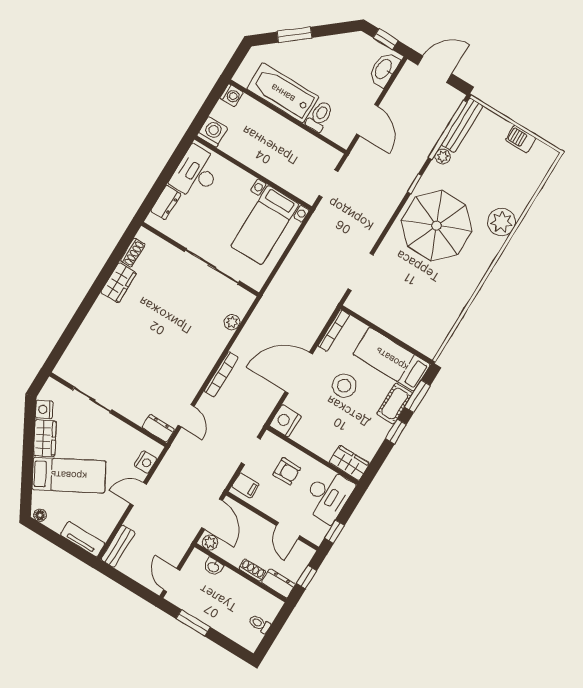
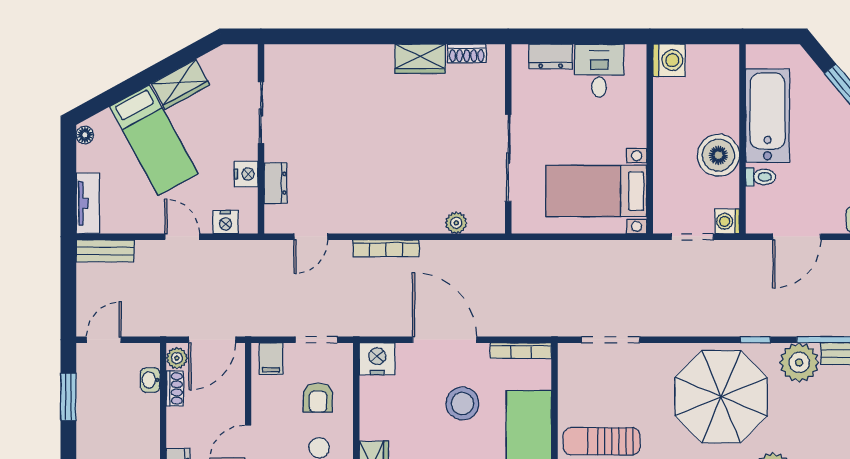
washing machine: (232, 95) -> (727, 221), moved, turned 90
toilet: (320, 116) -> (761, 177), width x0.73, depth x0.72
boiler: (289, 137) -> (718, 155), added
plant: (443, 156) -> (799, 362), width x1.88, depth x1.88
desk: (196, 173) -> (599, 71), width x0.73
sun lounger: (419, 315) -> (602, 441), added
nightstand: (44, 409) -> (246, 174), moved, turned 119
dresser: (158, 428) -> (275, 183), moved
shoe rack: (252, 570) -> (175, 388), moved

